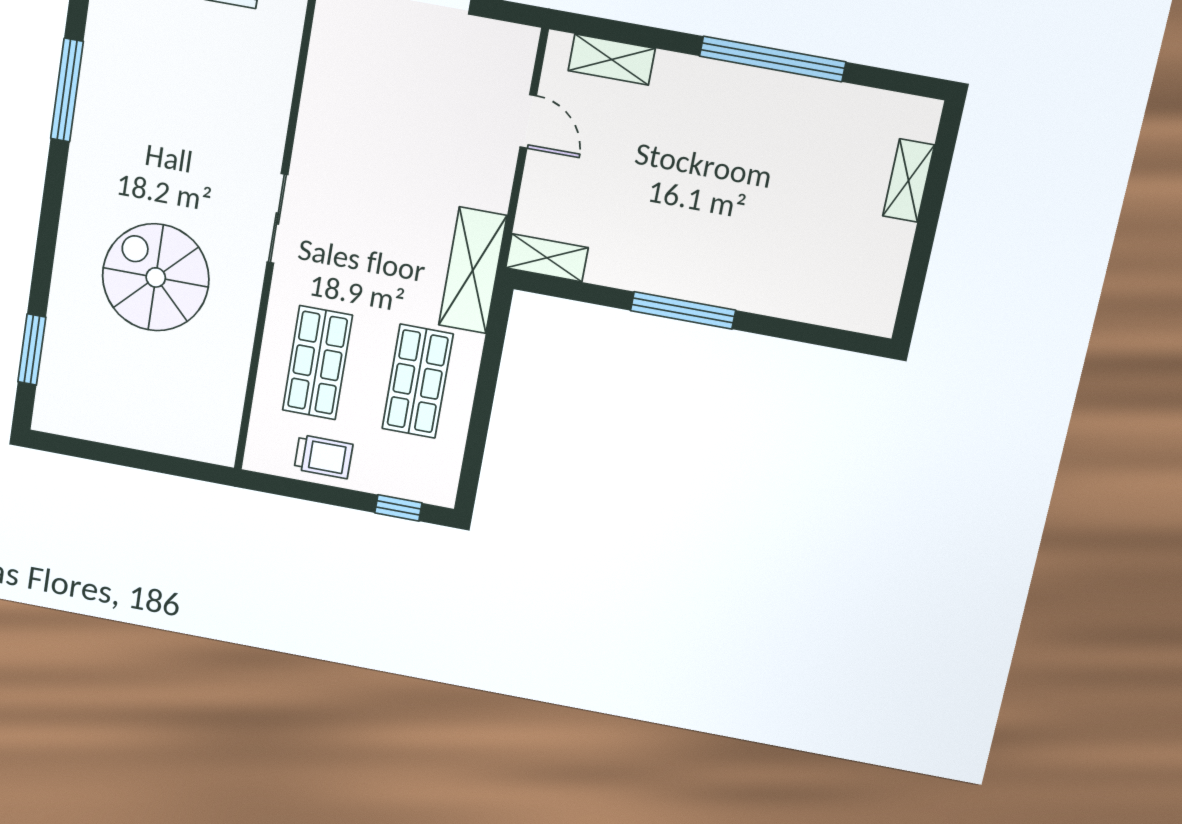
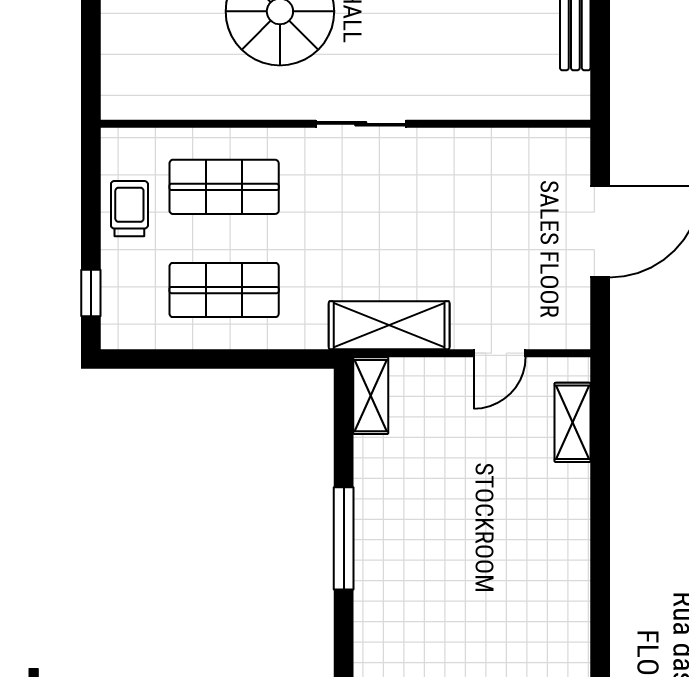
window: (773, 59) -> (600, 575), removed
shelving: (473, 270) -> (389, 325), moved
trolley: (323, 457) -> (129, 209), turned 180

